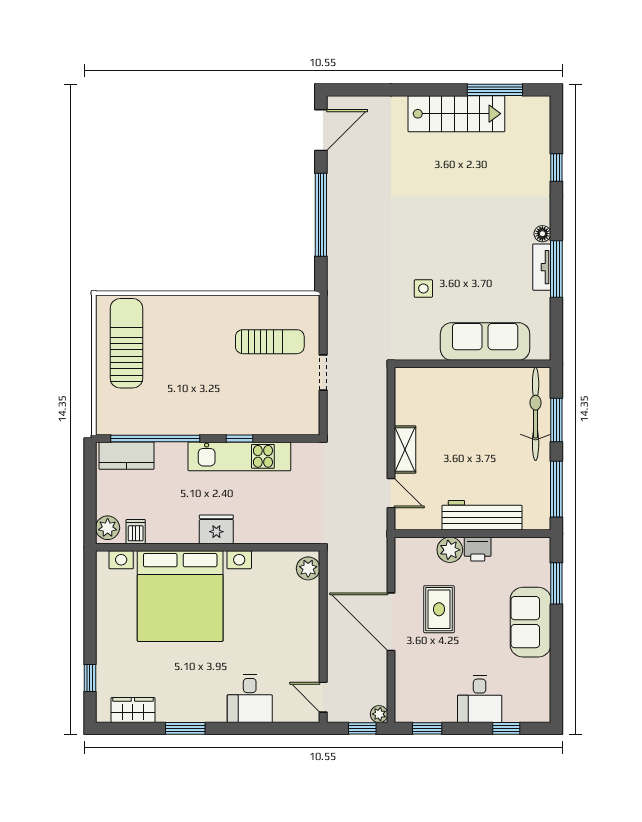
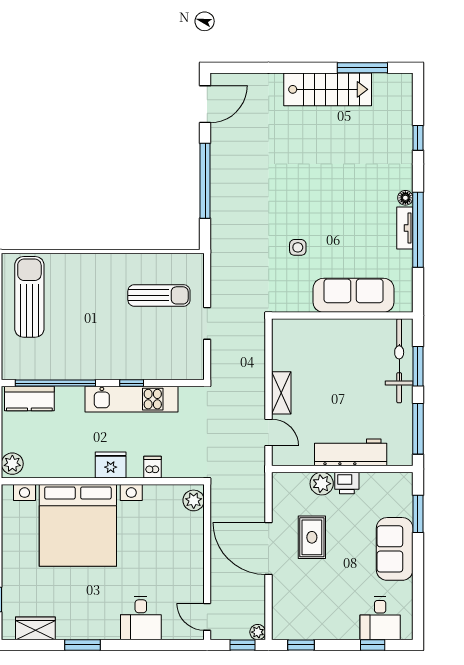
window: (556, 269) -> (418, 230), width x1.46
dishwasher: (136, 532) -> (152, 467), moved
desk: (480, 699) -> (380, 618), moved

